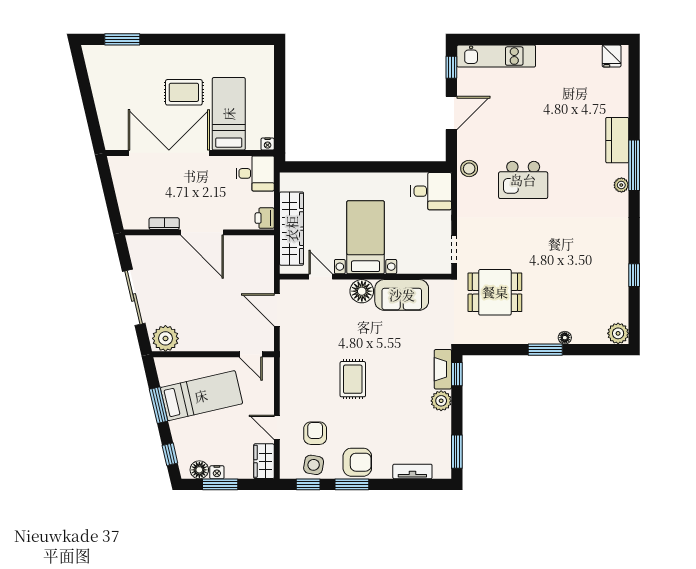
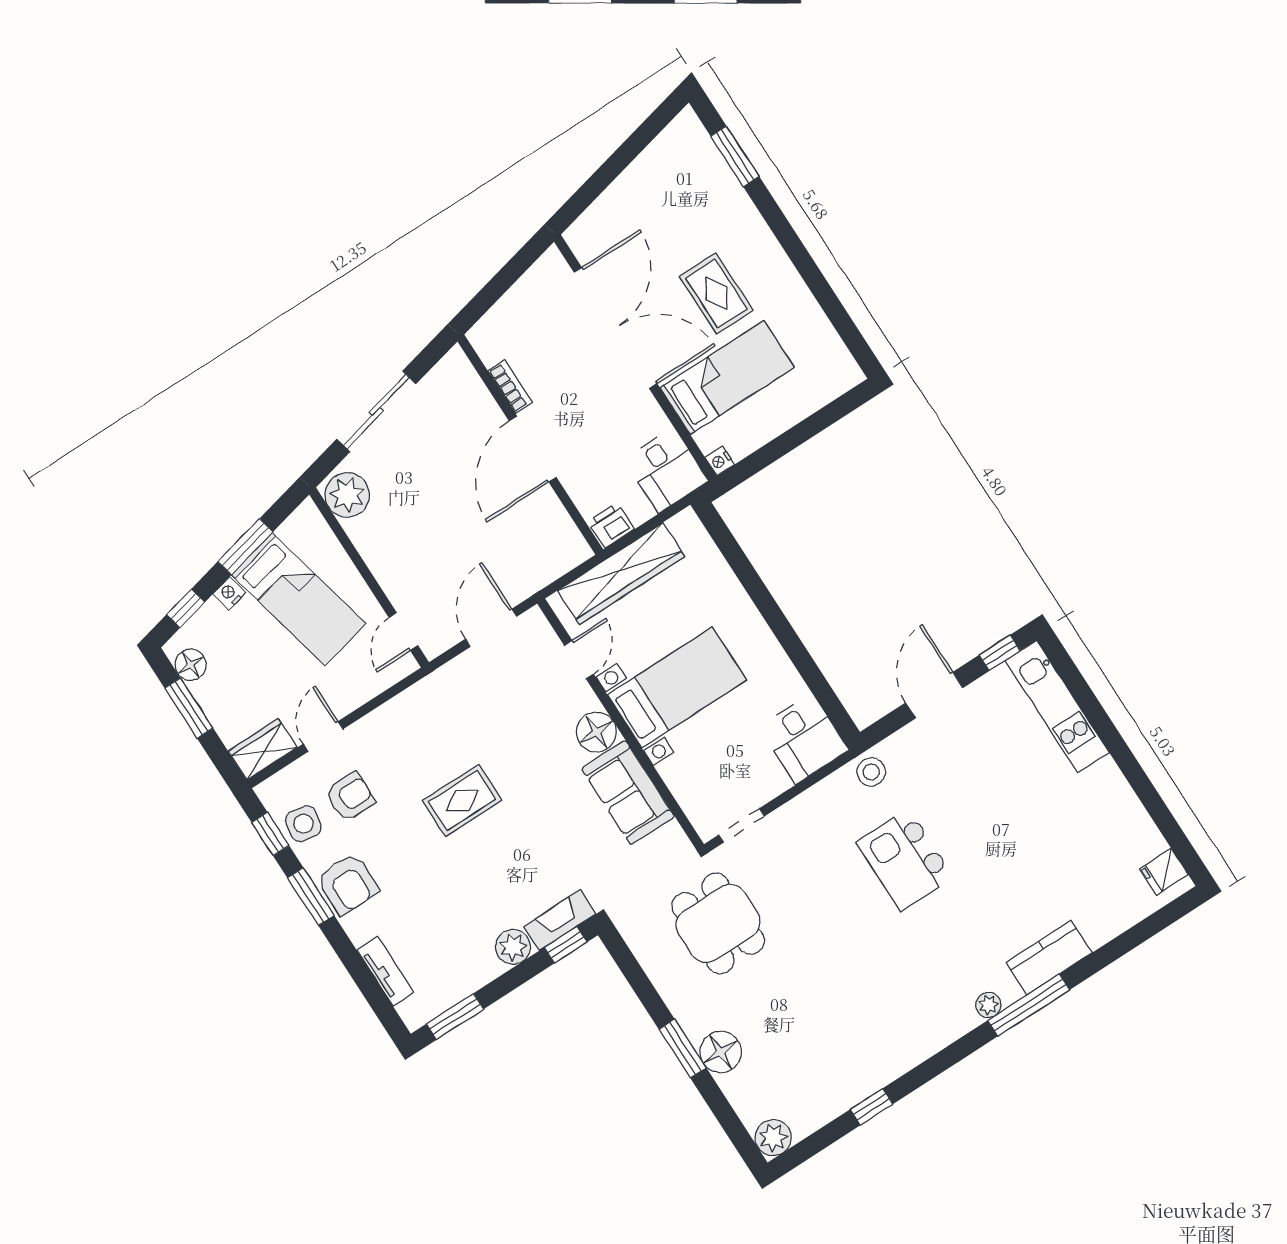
door: (451, 113) -> (934, 695), swing flipped
floor lamp: (565, 338) -> (721, 1052), width x1.89, depth x1.89
nightstand: (217, 472) -> (229, 593), moved, turned 77

